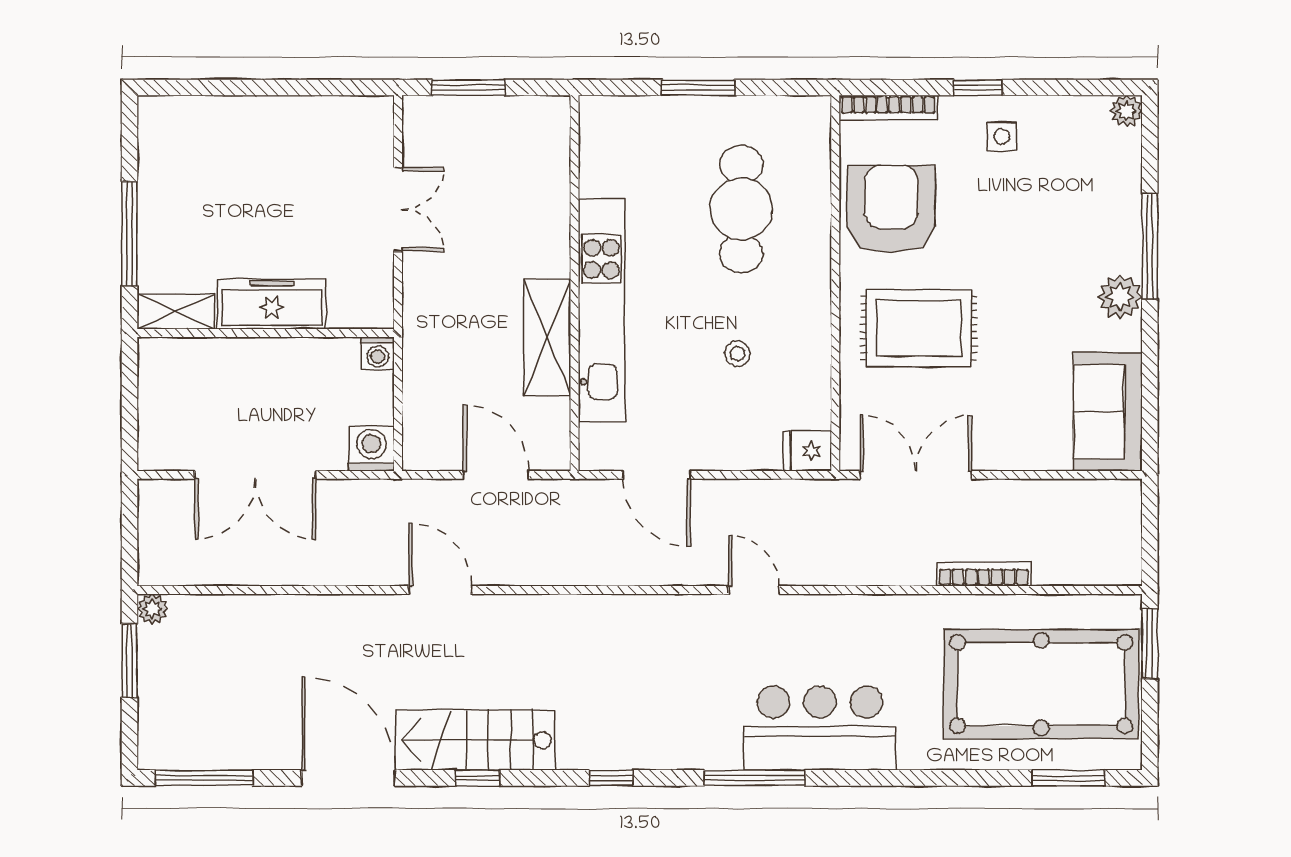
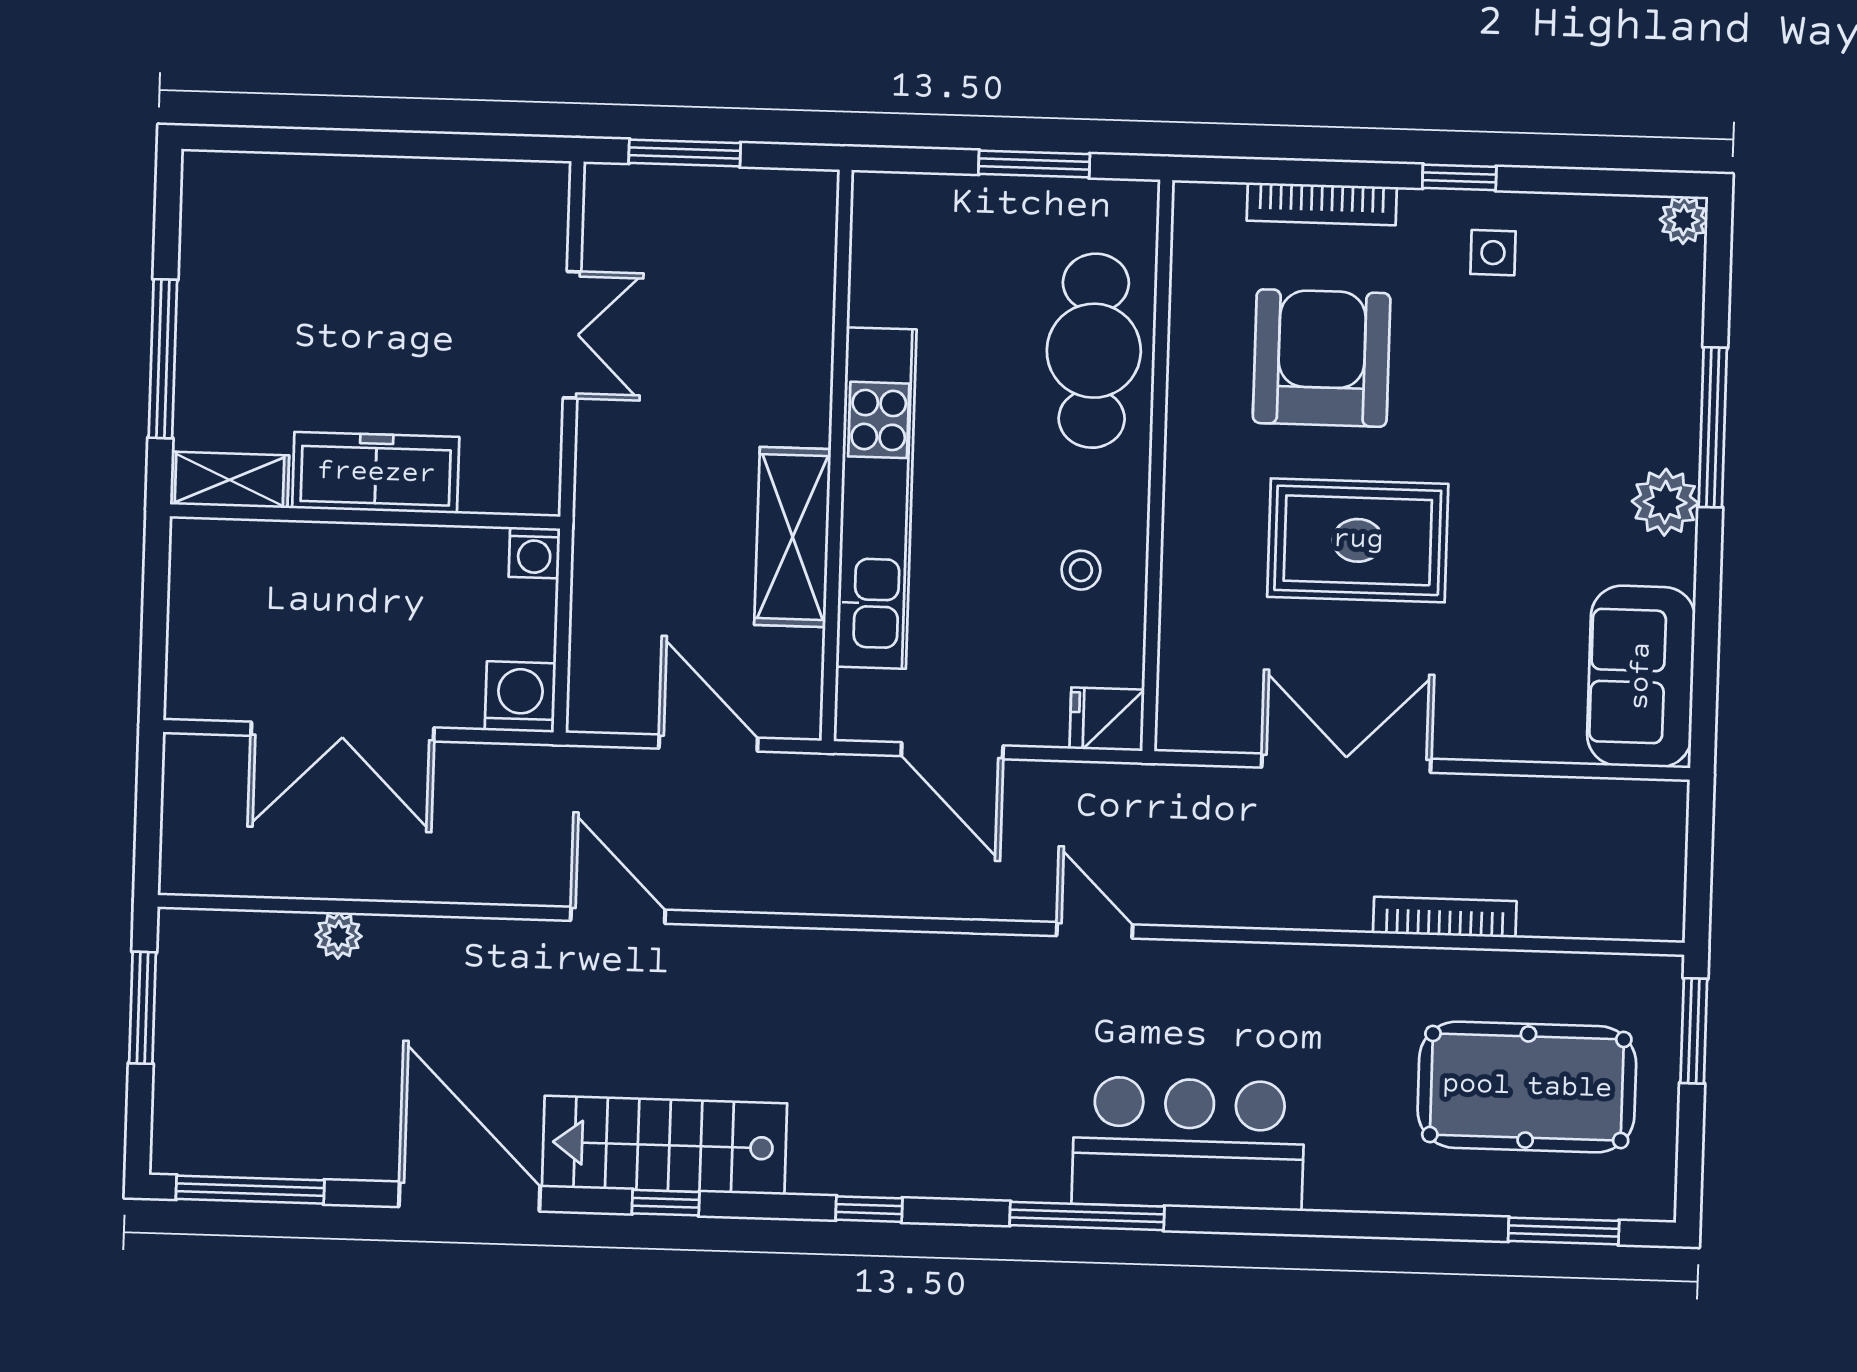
wall: (835, 283) -> (1157, 465), moved
fridge: (807, 451) -> (1107, 719), moved
plant: (152, 609) -> (339, 936), moved
pool table: (1041, 684) -> (1527, 1087), width x0.73, depth x0.76

